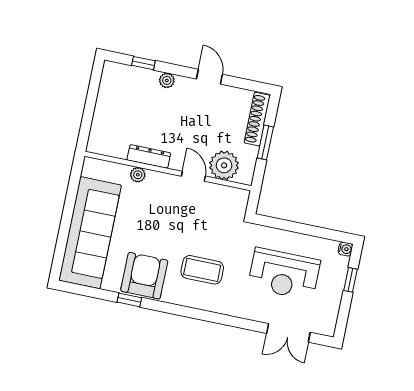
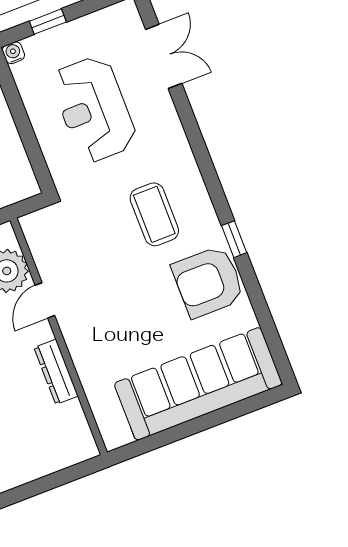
plant: (138, 175) -> (88, 371), removed
reception desk: (284, 274) -> (94, 109), turned 180
window: (129, 300) -> (234, 239), moved

